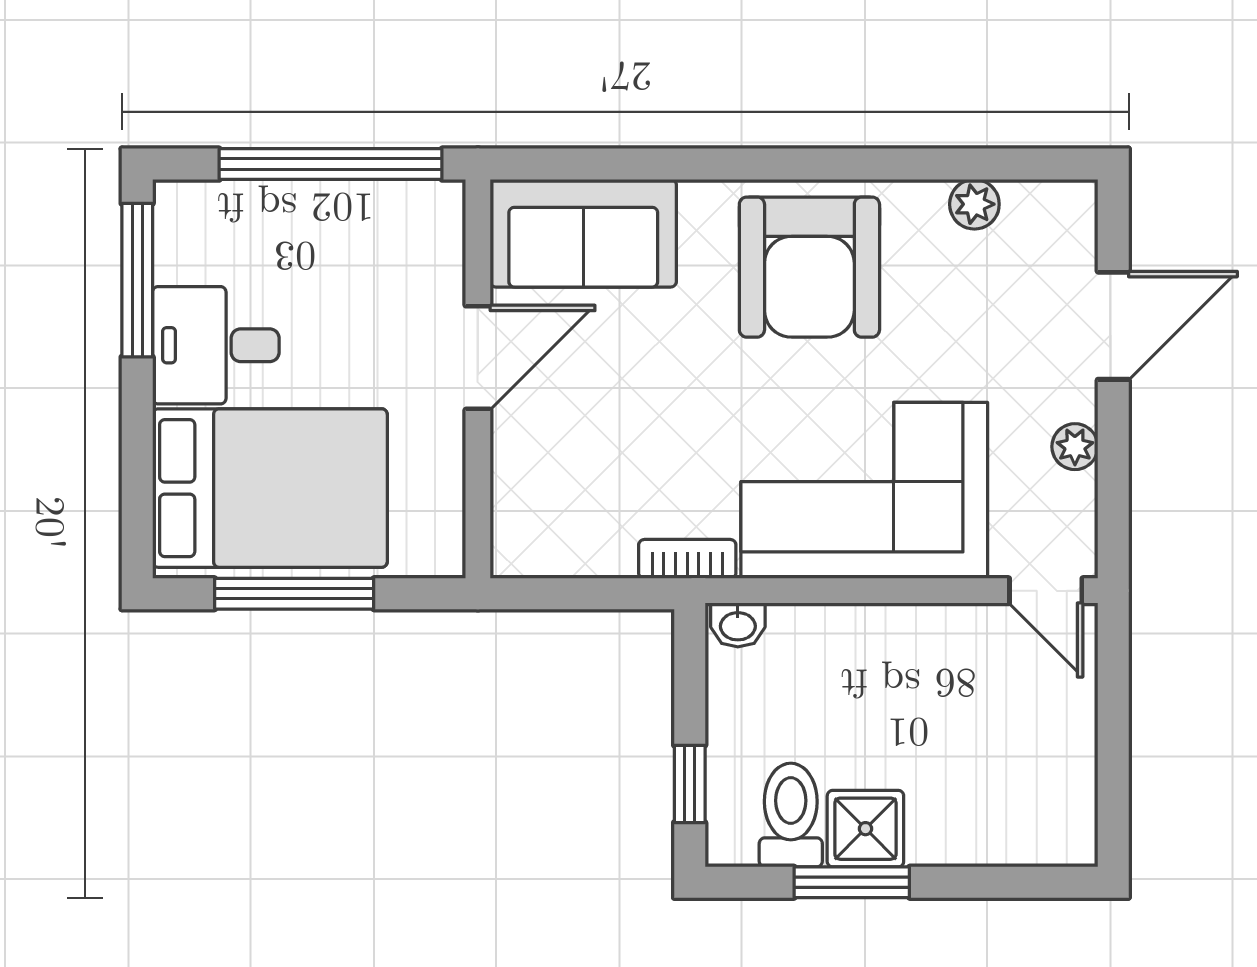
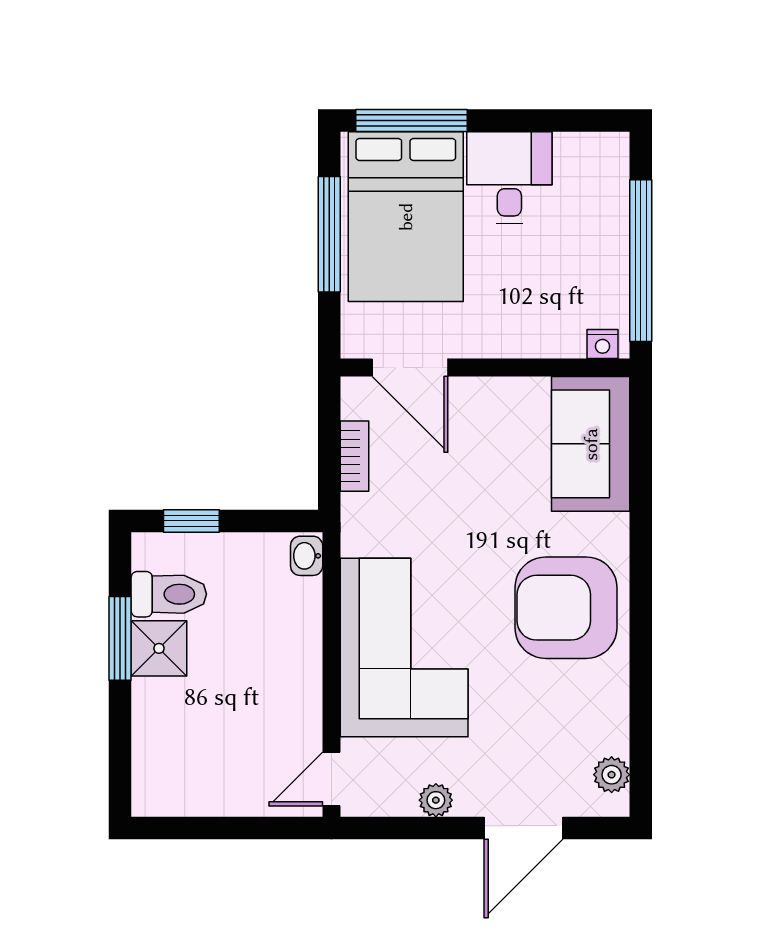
plant: (974, 204) -> (612, 775), moved
nightstand: (446, 217) -> (602, 344), added
window: (137, 280) -> (411, 121), moved
door: (1113, 326) -> (524, 828), hinge flipped
door: (478, 358) -> (410, 367), moved
bookcase: (687, 559) -> (354, 456), moved

